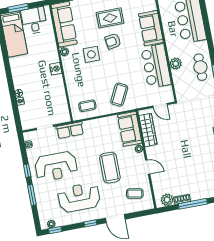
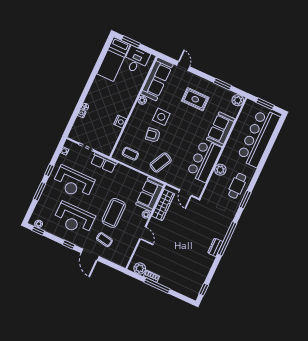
armchair: (113, 41) -> (153, 135), moved
nightstand: (56, 69) -> (120, 122), moved
coffee table: (135, 194) -> (104, 240), moved
reception desk: (79, 197) -> (74, 219), turned 180

